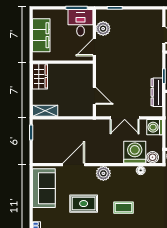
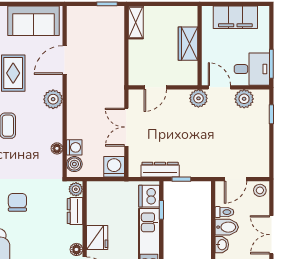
plant: (103, 63) -> (198, 98), added
wardrobe: (40, 76) -> (188, 44), moved, turned 90
washing machine: (135, 152) -> (74, 147), width x0.53, depth x0.53
door: (74, 165) -> (65, 60), swing flipped

